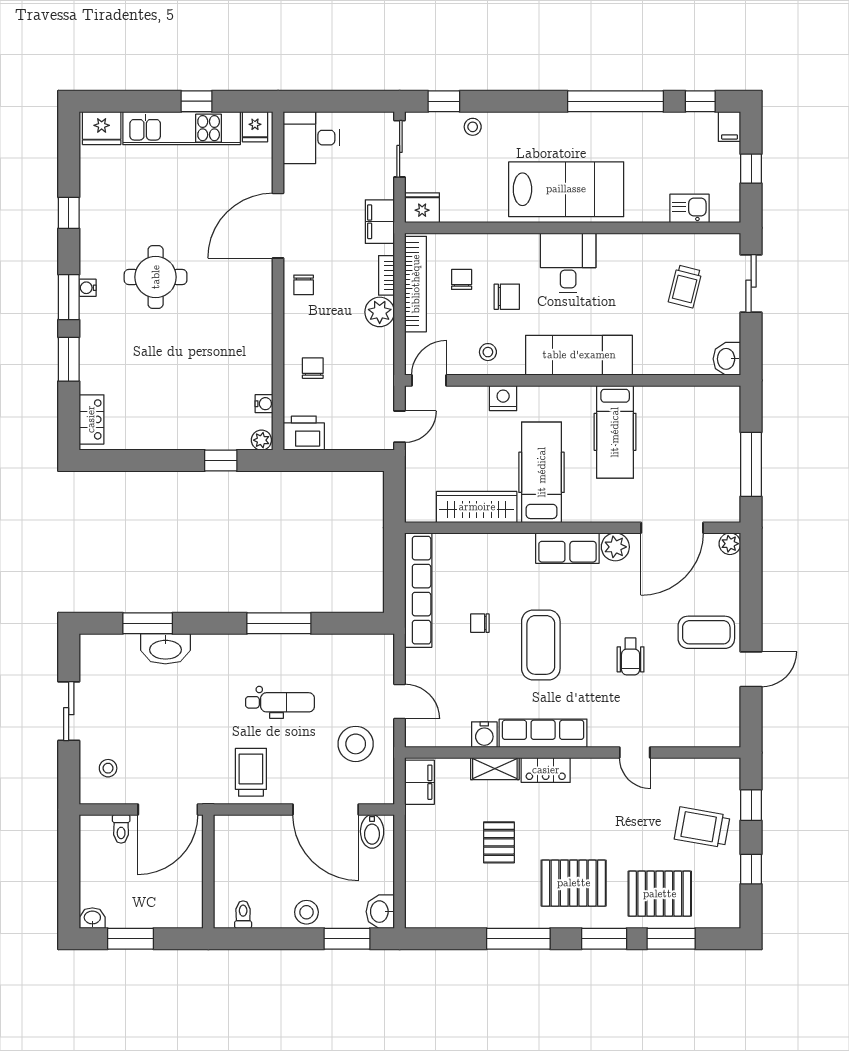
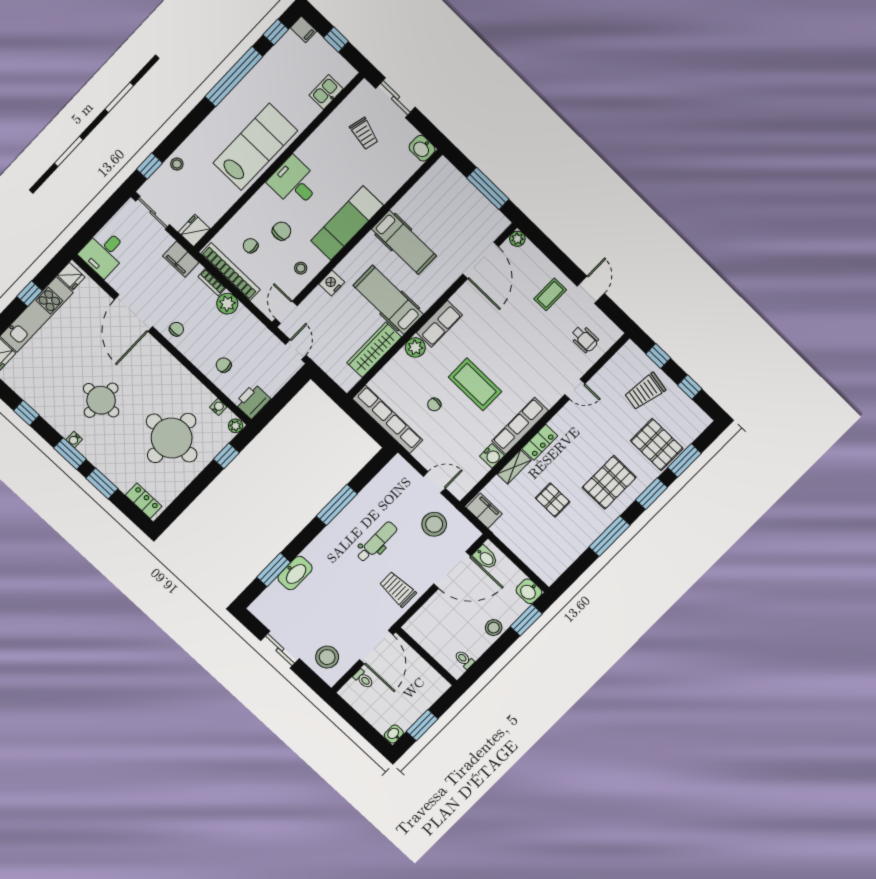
chair: (304, 285) -> (176, 329), turned -93
round table: (185, 386) -> (172, 438), added
plant: (615, 547) -> (415, 347), moved
coffee table: (706, 632) -> (550, 294), width x0.73, depth x0.77
wheelchair: (631, 656) -> (584, 339), moved
stool: (108, 768) -> (327, 657), width x1.89, depth x1.89
pallet: (660, 894) -> (657, 445), turned 90

